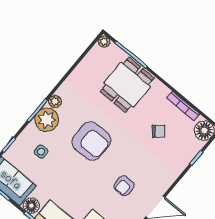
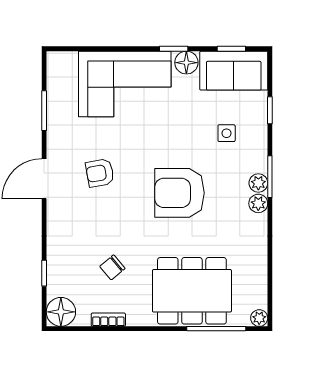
dining table: (127, 85) -> (192, 291), width x1.38
bookcase: (183, 106) -> (108, 320), width x0.64
plant: (47, 120) -> (258, 183), width x0.53, depth x0.53
armchair: (124, 186) -> (100, 173), turned -100

